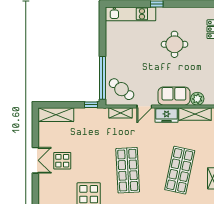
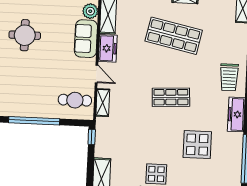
window: (103, 78) -> (34, 121), moved
cafe table: (122, 89) -> (75, 100), turned 52
shop shelf: (128, 170) -> (171, 97), width x0.70, depth x0.74

